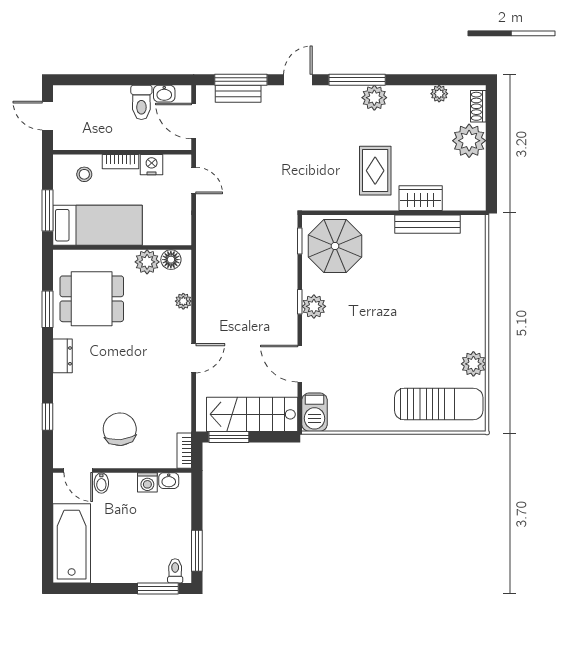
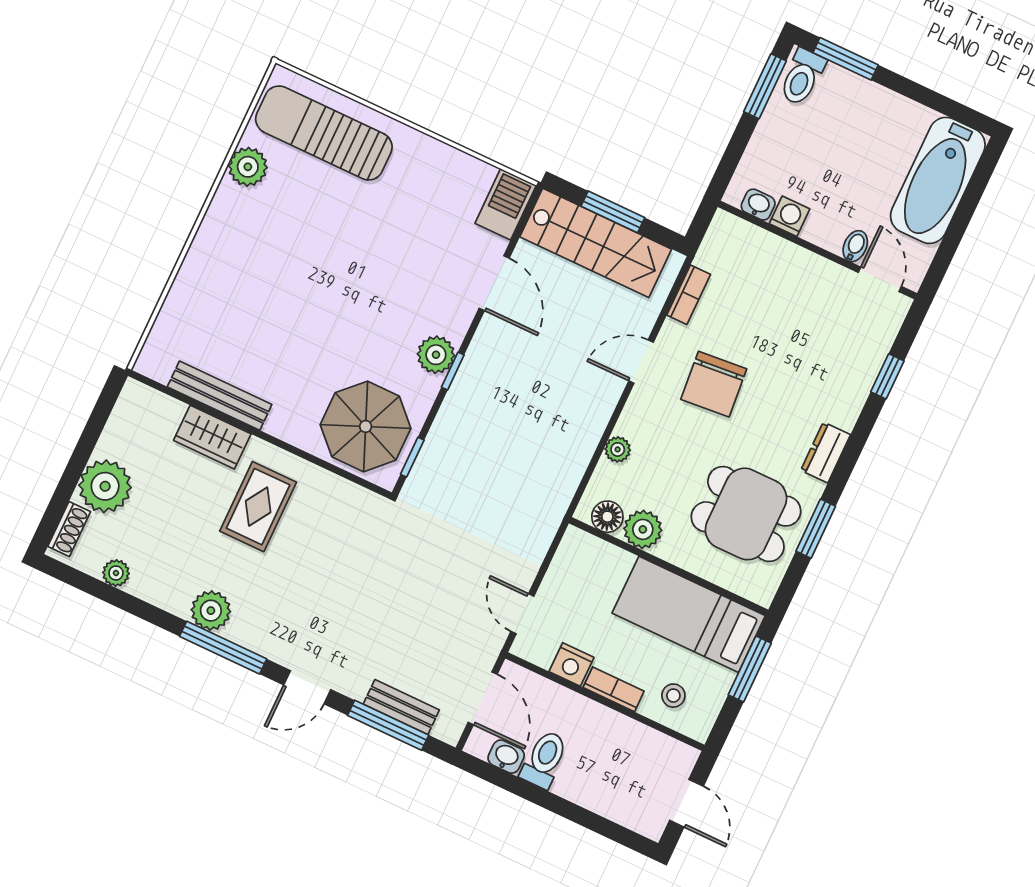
chair: (120, 429) -> (714, 384), moved
window: (229, 437) -> (613, 212), moved
bookcase: (184, 451) -> (689, 295), moved
toilet: (175, 571) -> (802, 77), width x1.37, depth x1.39

